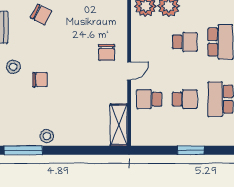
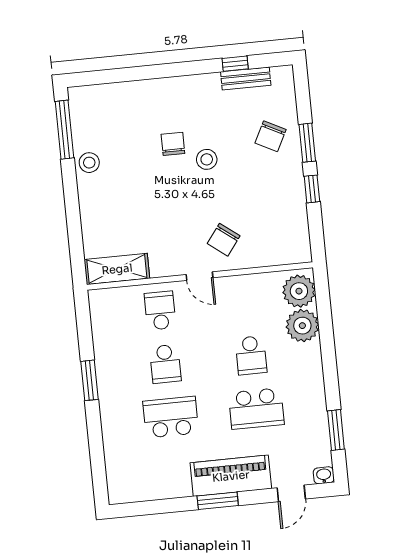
chair: (107, 52) -> (224, 240), turned -53
stool: (13, 67) -> (207, 159), moved
chair: (40, 80) -> (173, 144), turned 180

